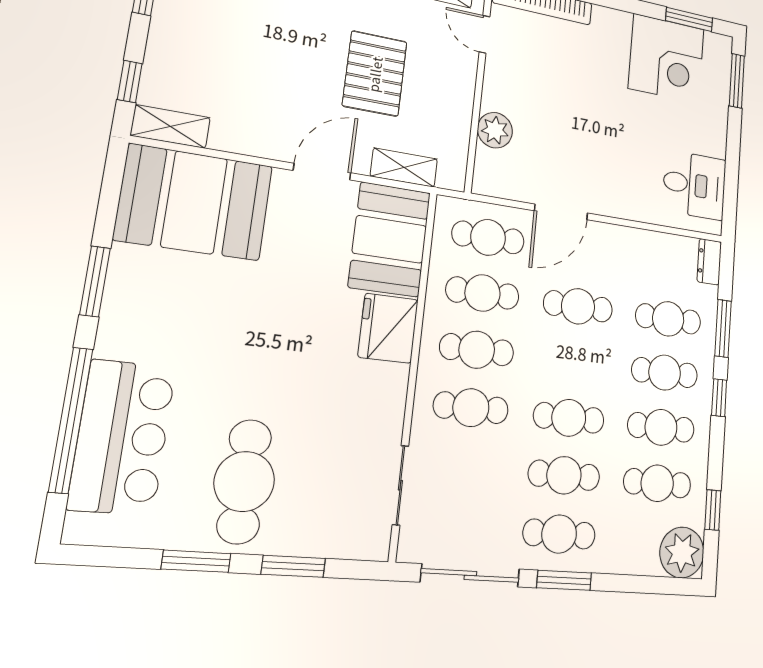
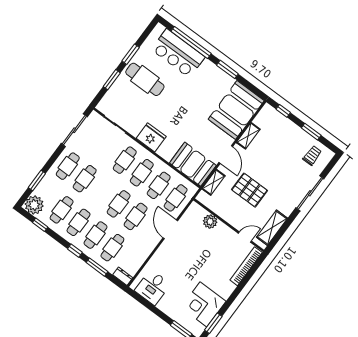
shelving: (171, 127) -> (248, 136), moved
fridge: (388, 328) -> (151, 137), moved
cafe table: (569, 418) -> (119, 204), moved
window: (564, 580) -> (37, 181), moved

